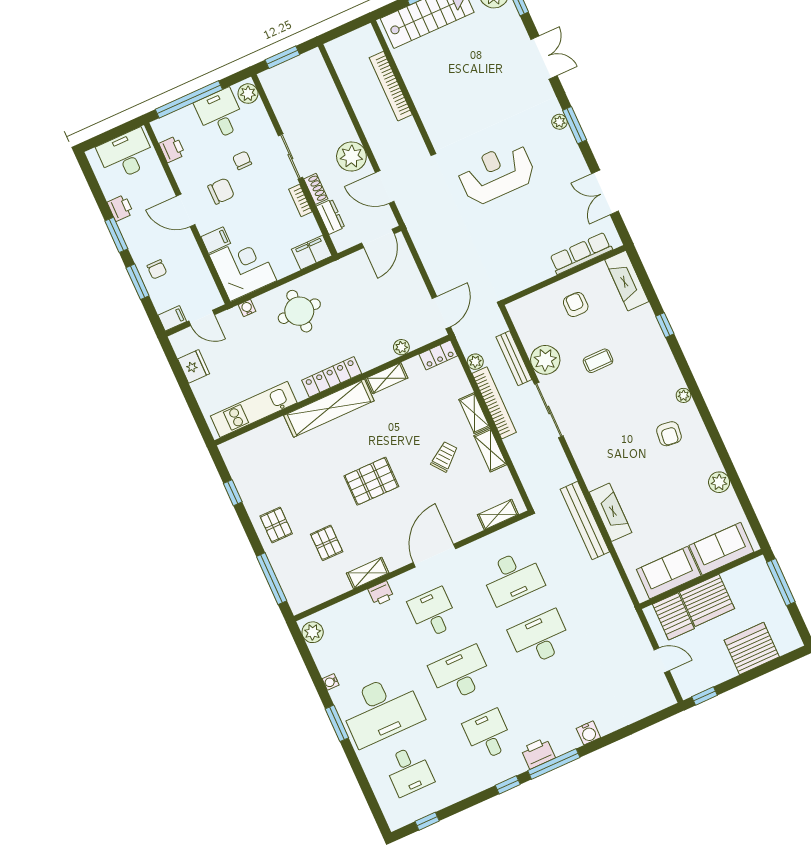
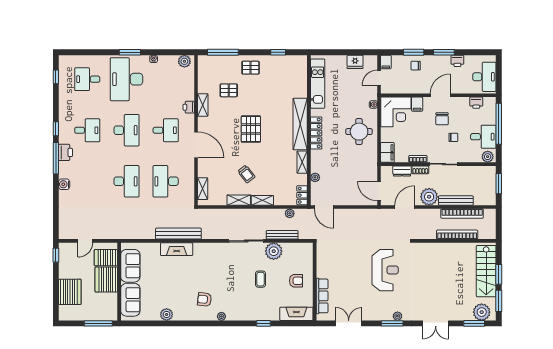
bench: (339, 112) -> (456, 201), added
bookcase: (494, 403) -> (462, 214), moved

